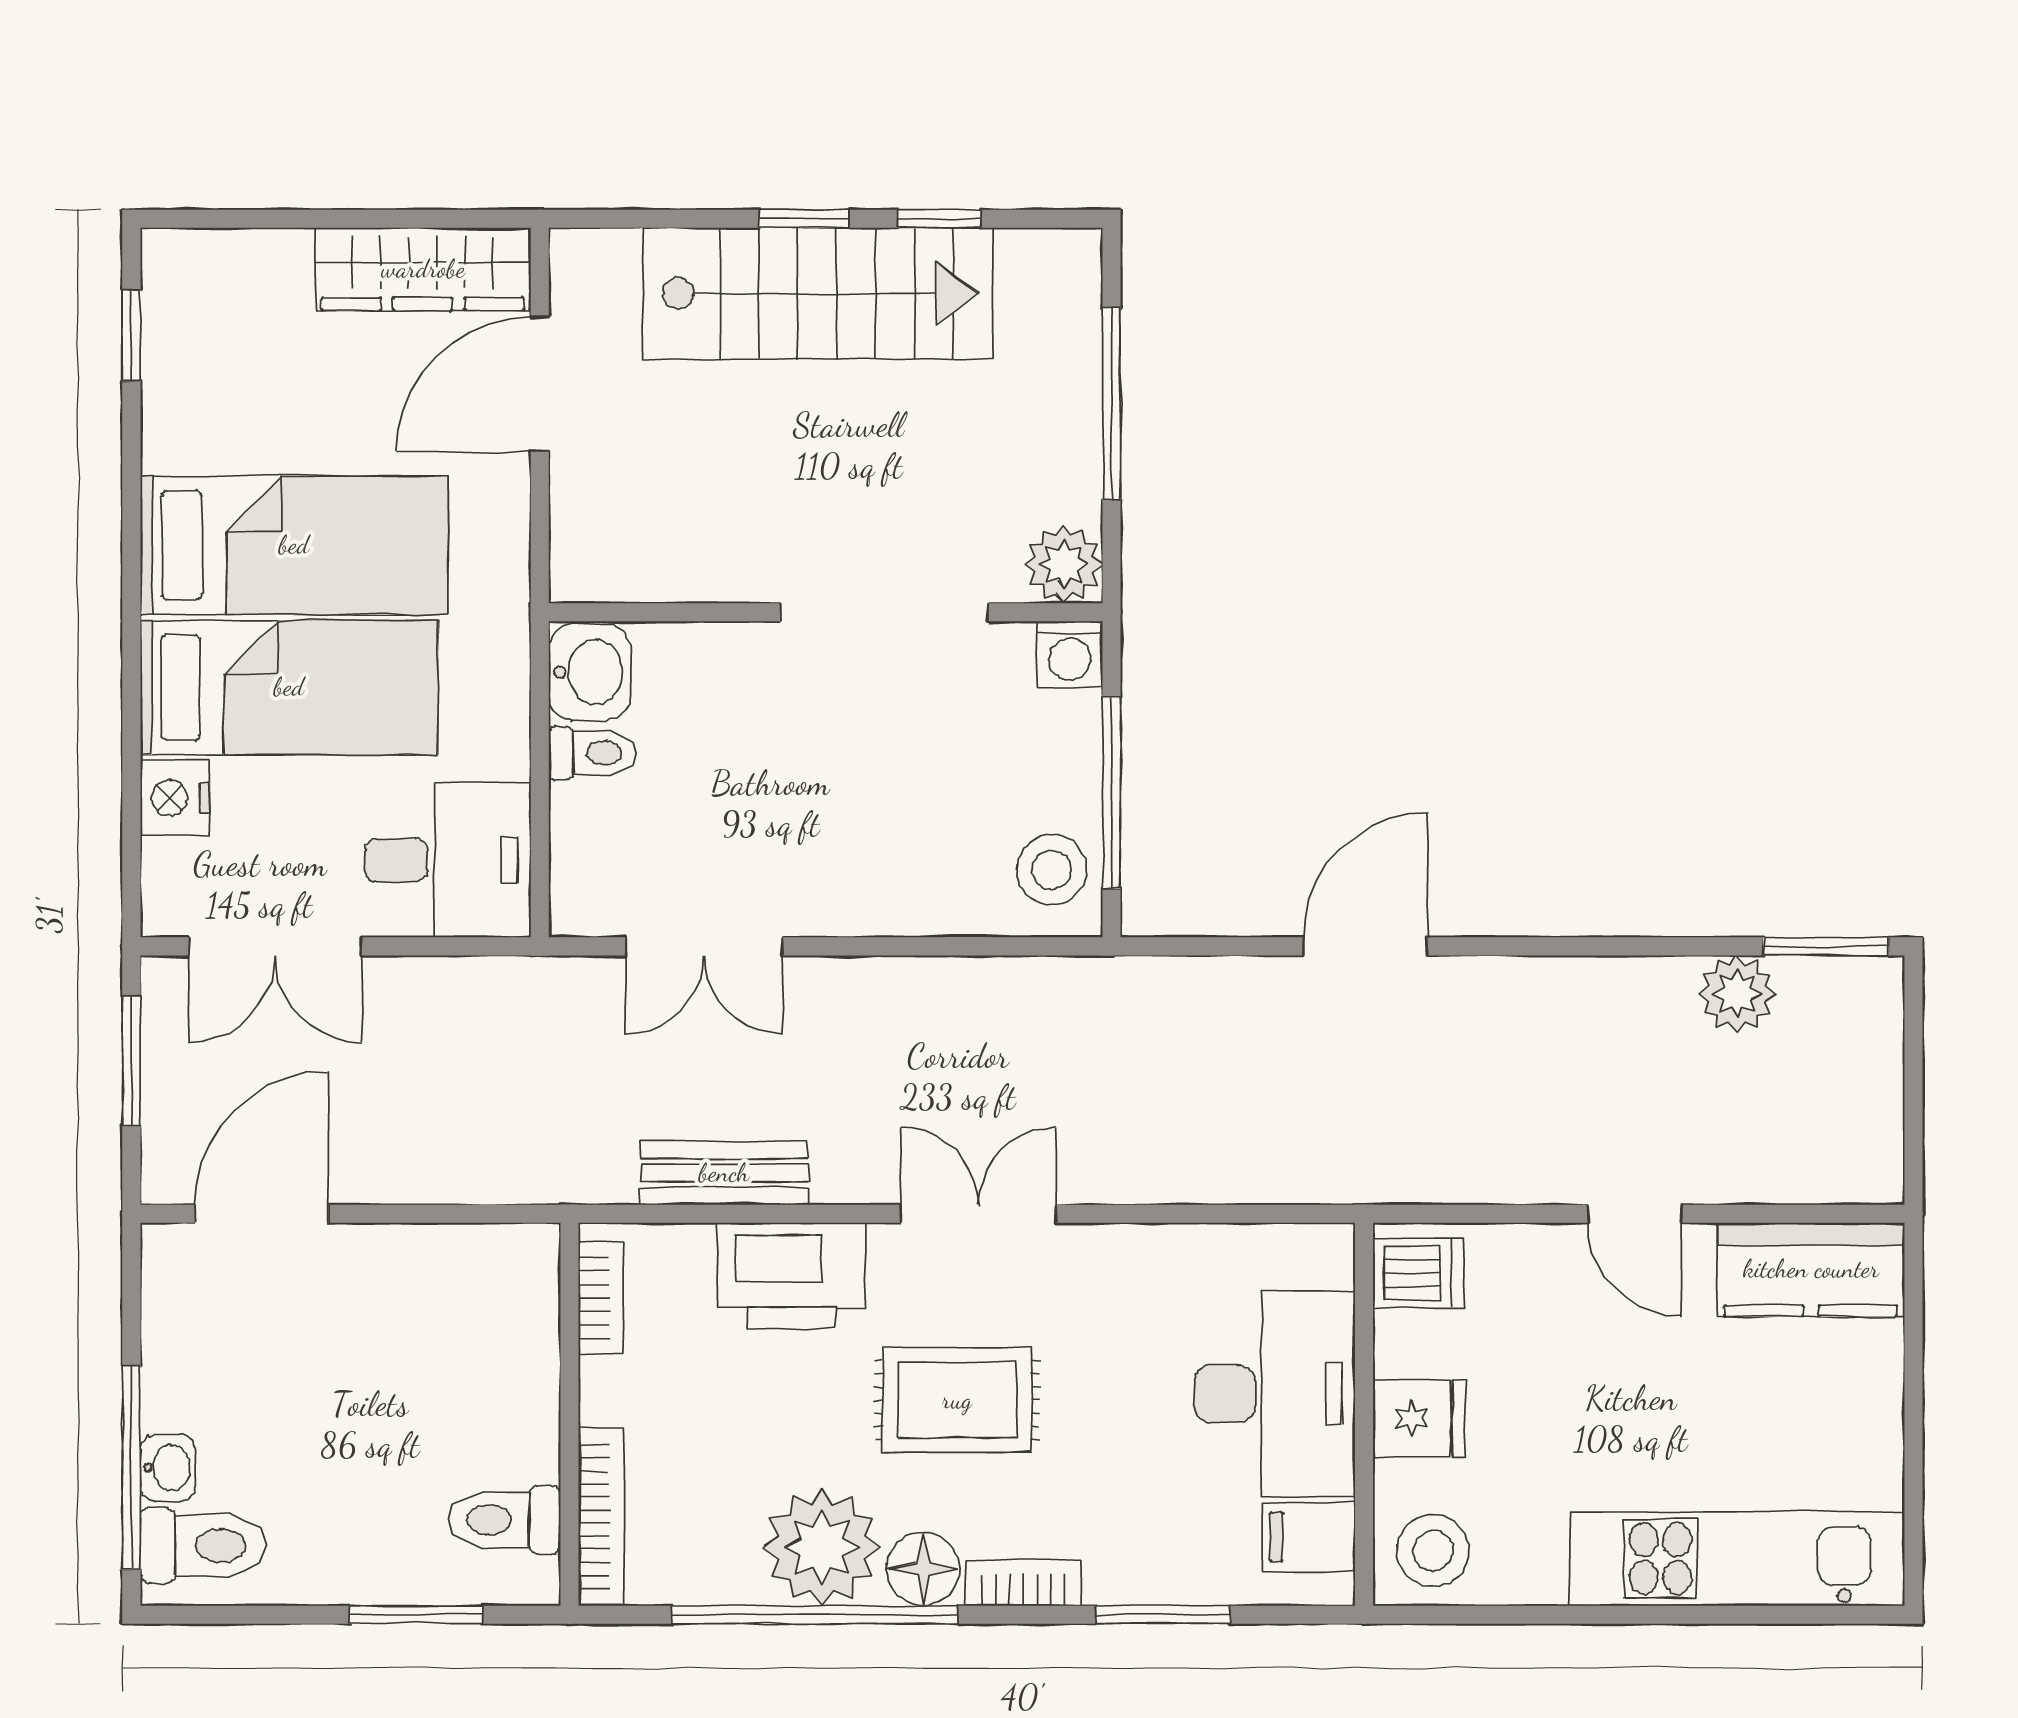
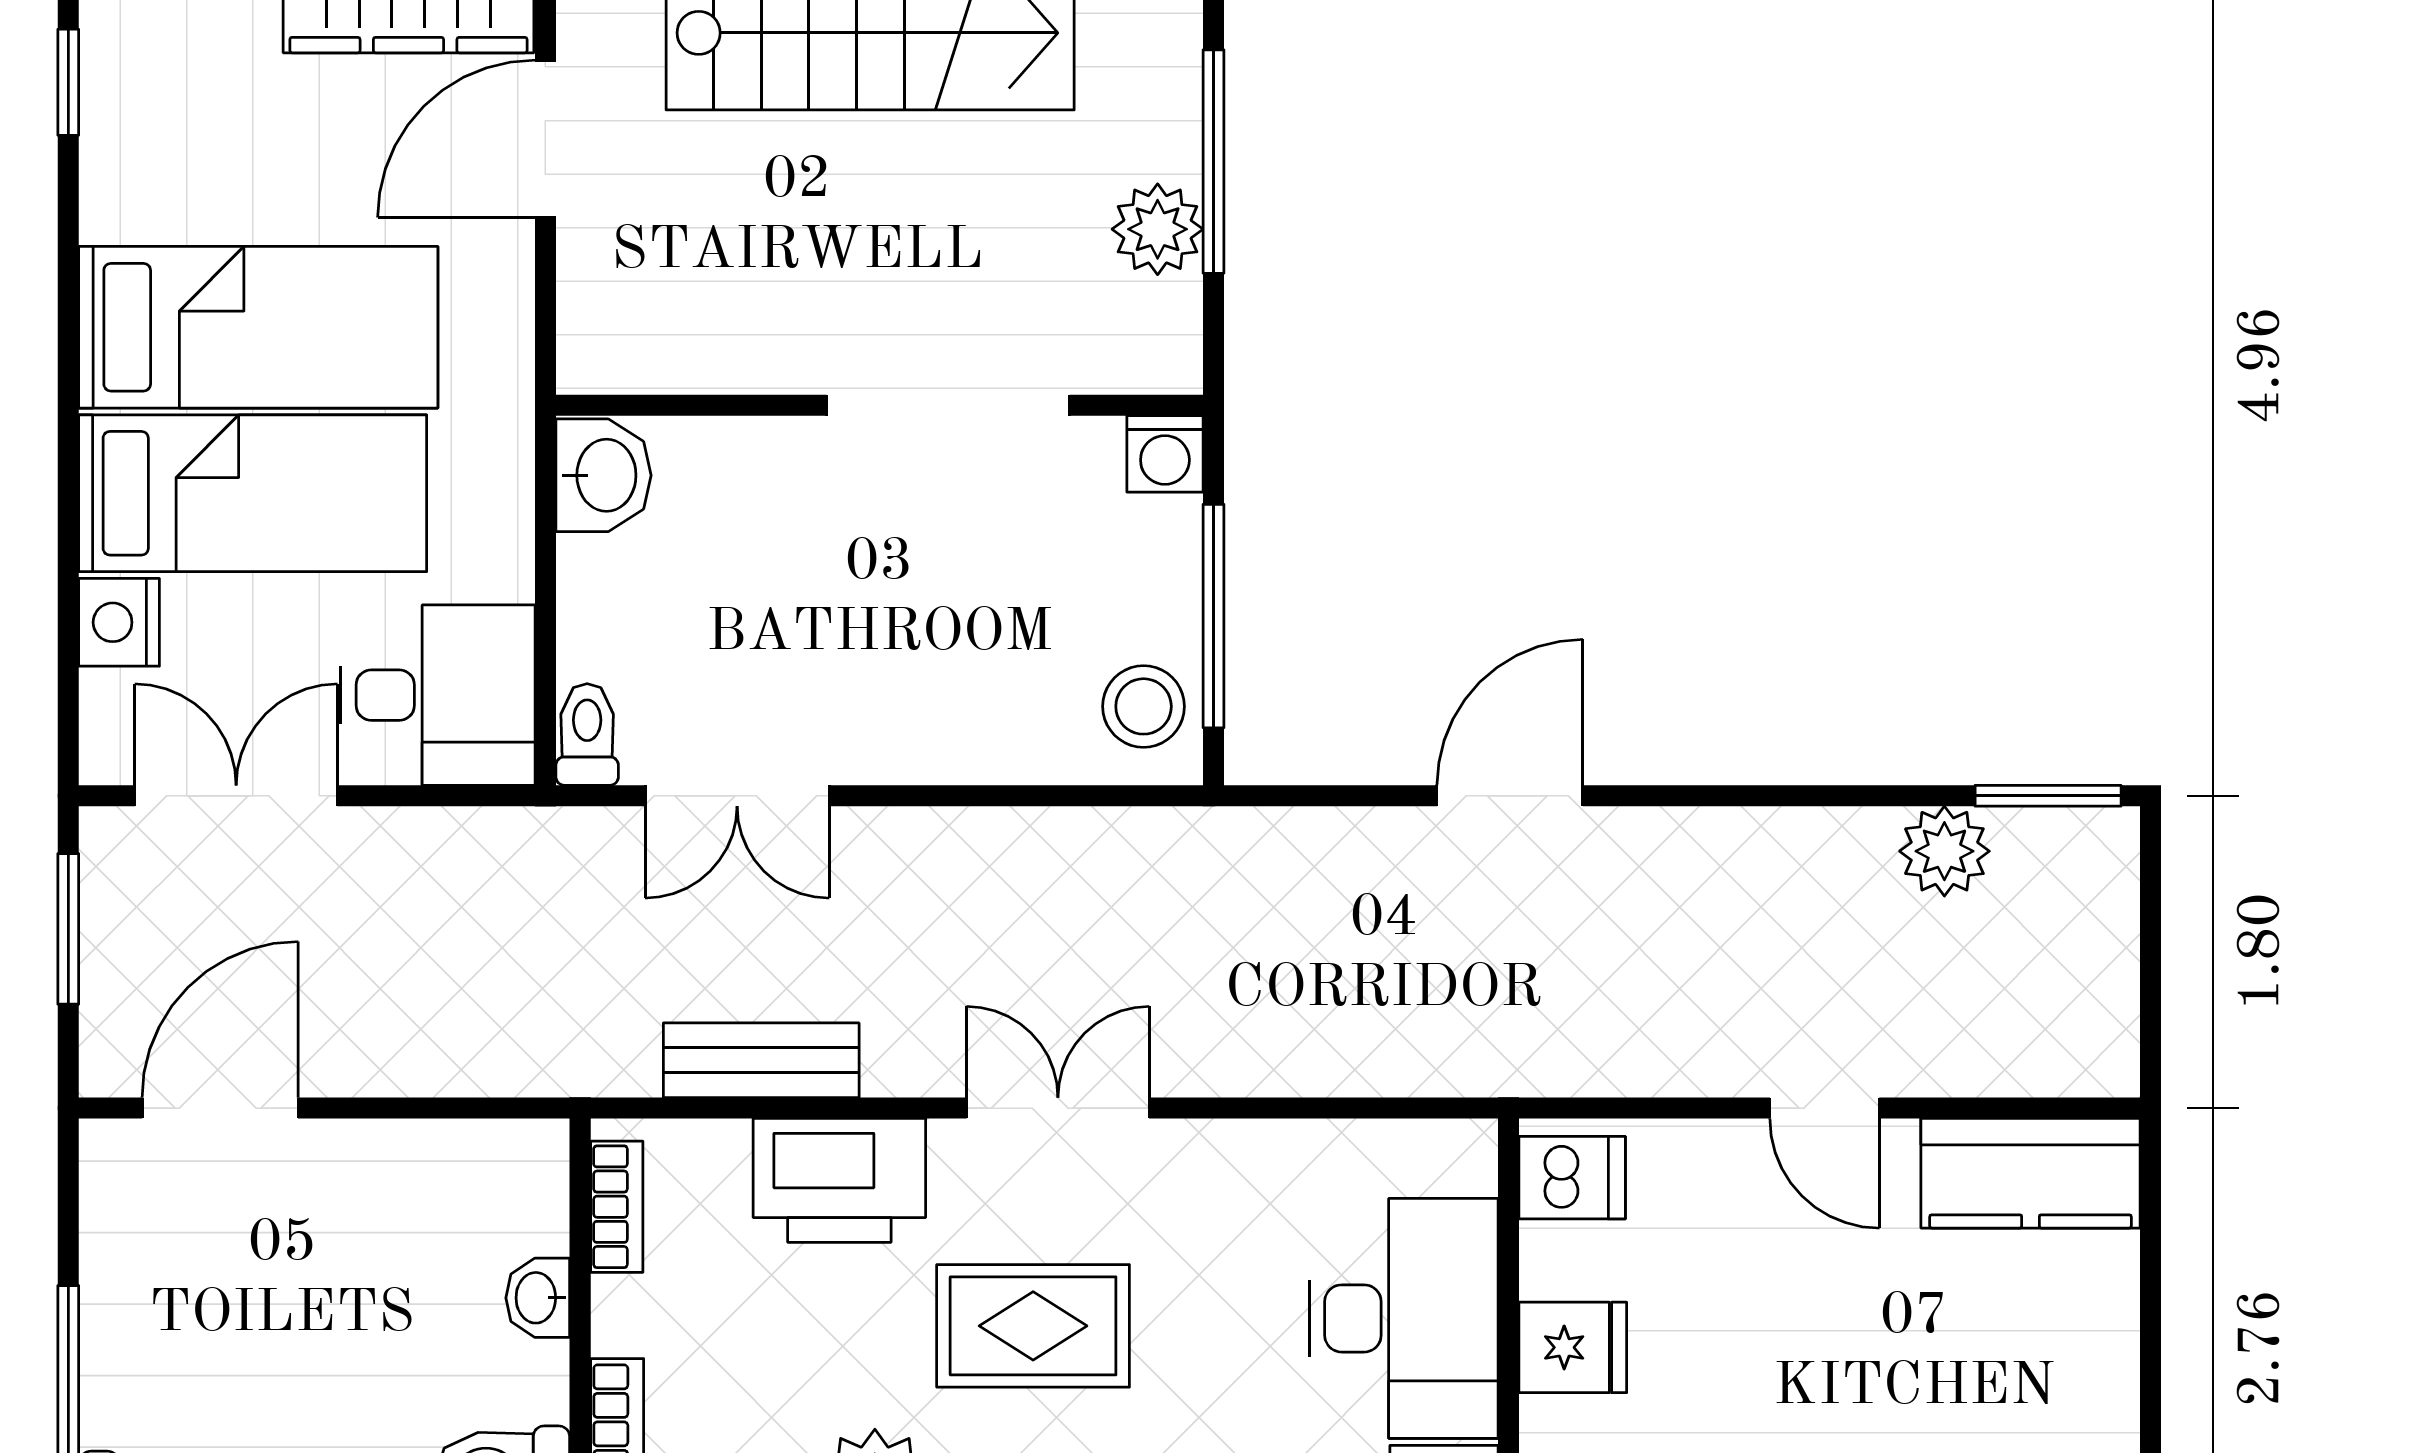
plant: (1064, 564) -> (1158, 229), moved
toilet: (592, 753) -> (587, 734), moved, turned -90
double door: (275, 946) -> (236, 796), swing flipped
washbasin: (168, 1468) -> (538, 1298), moved, turned 180

